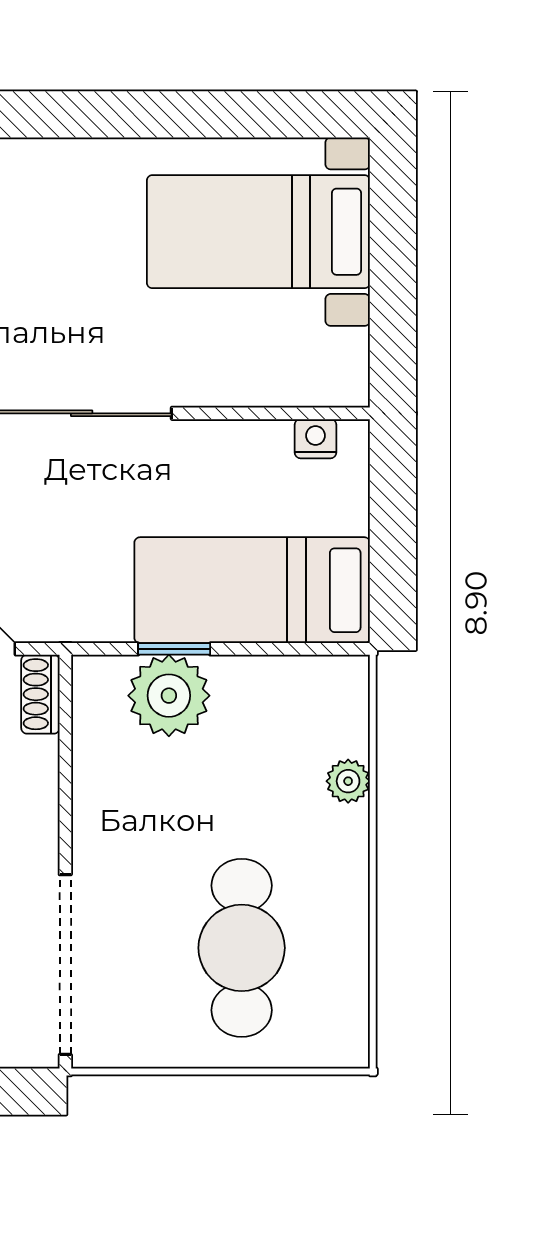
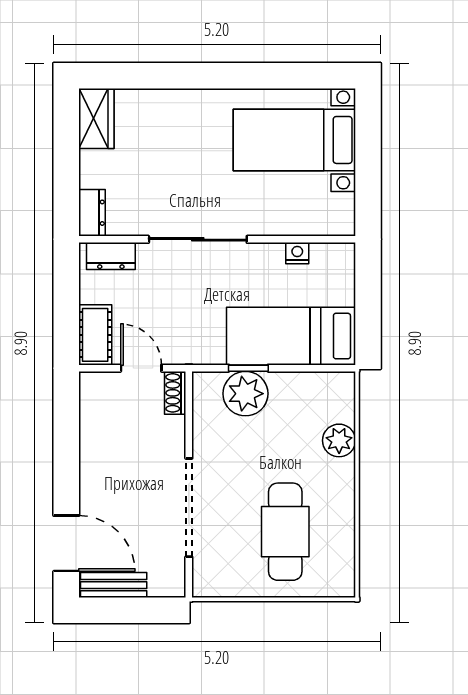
nightstand: (315, 439) -> (297, 253), moved
plant: (348, 781) -> (339, 440), width x1.38, depth x1.38
doorway: (65, 965) -> (189, 508), moved

